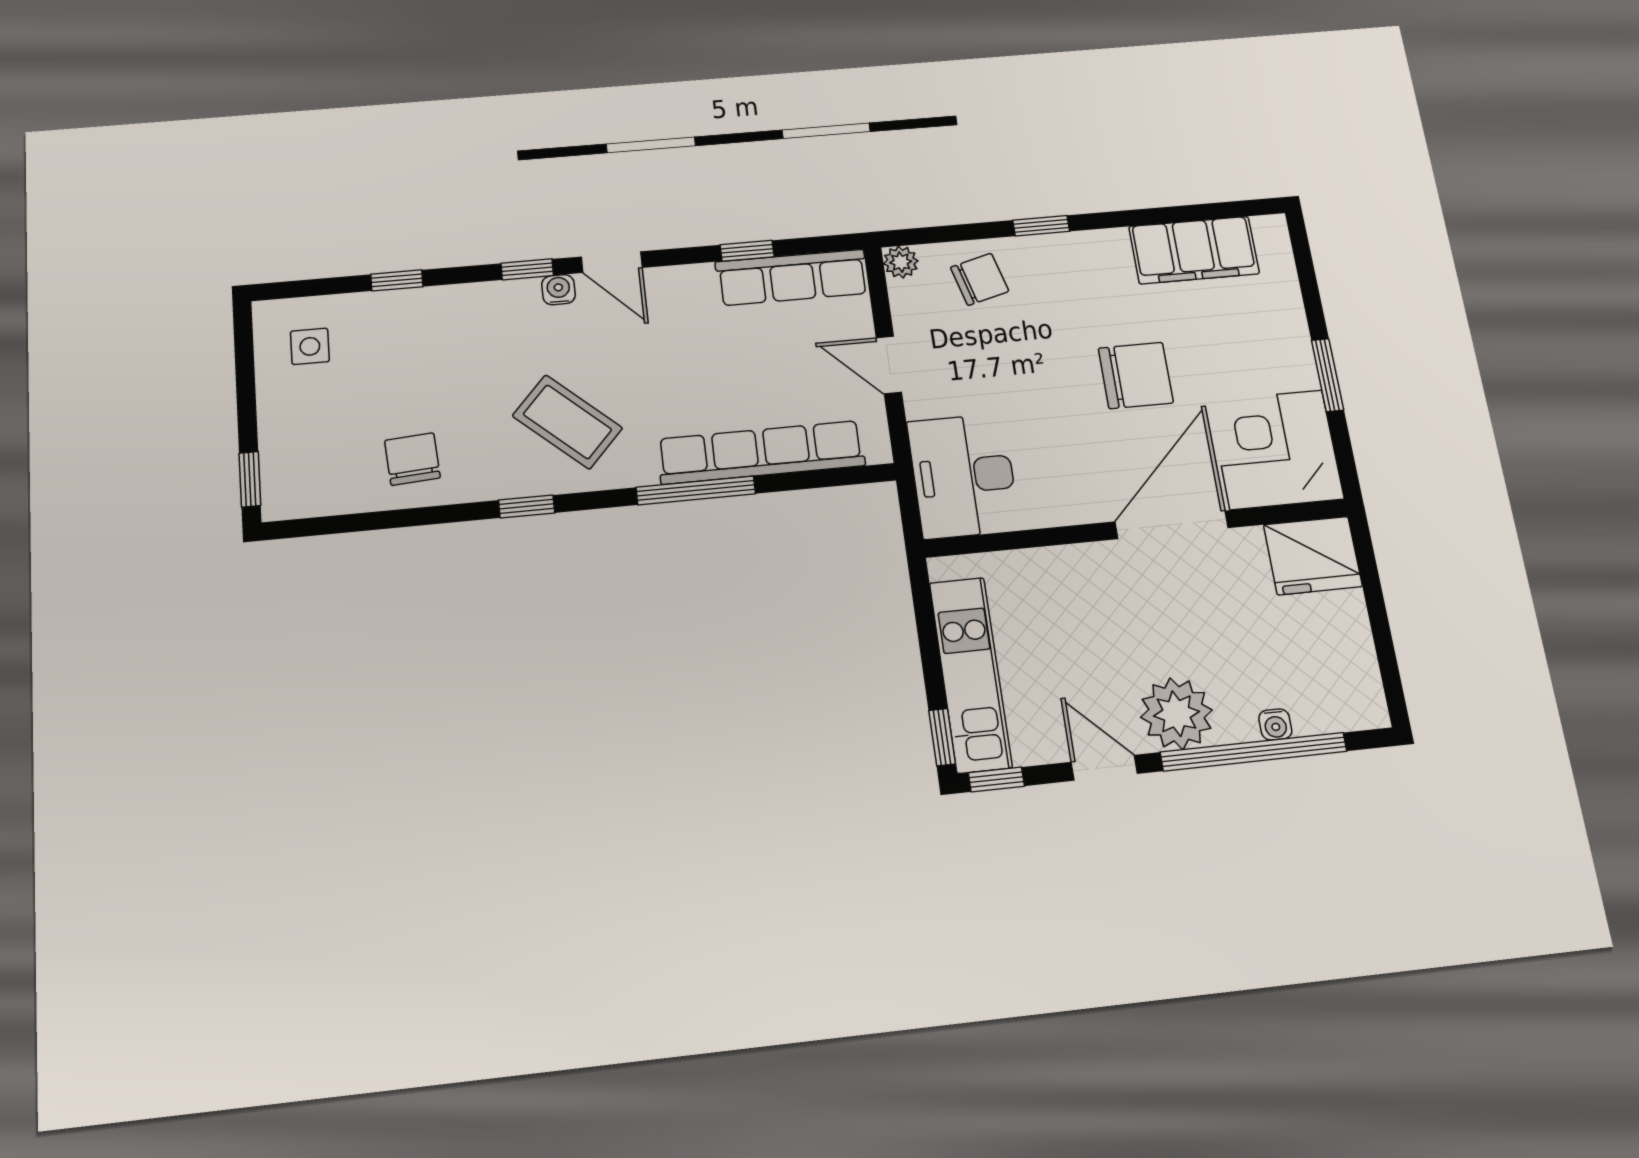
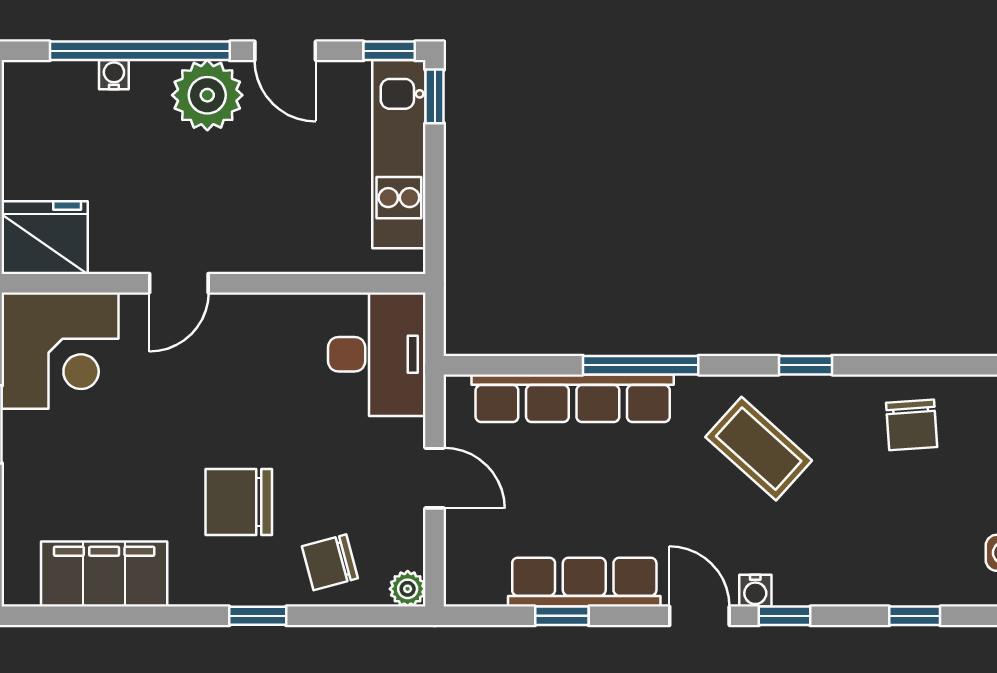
row of seats: (792, 277) -> (584, 582), moved
chair: (1136, 375) -> (239, 502), moved
door: (1172, 525) -> (179, 283), width x0.53

